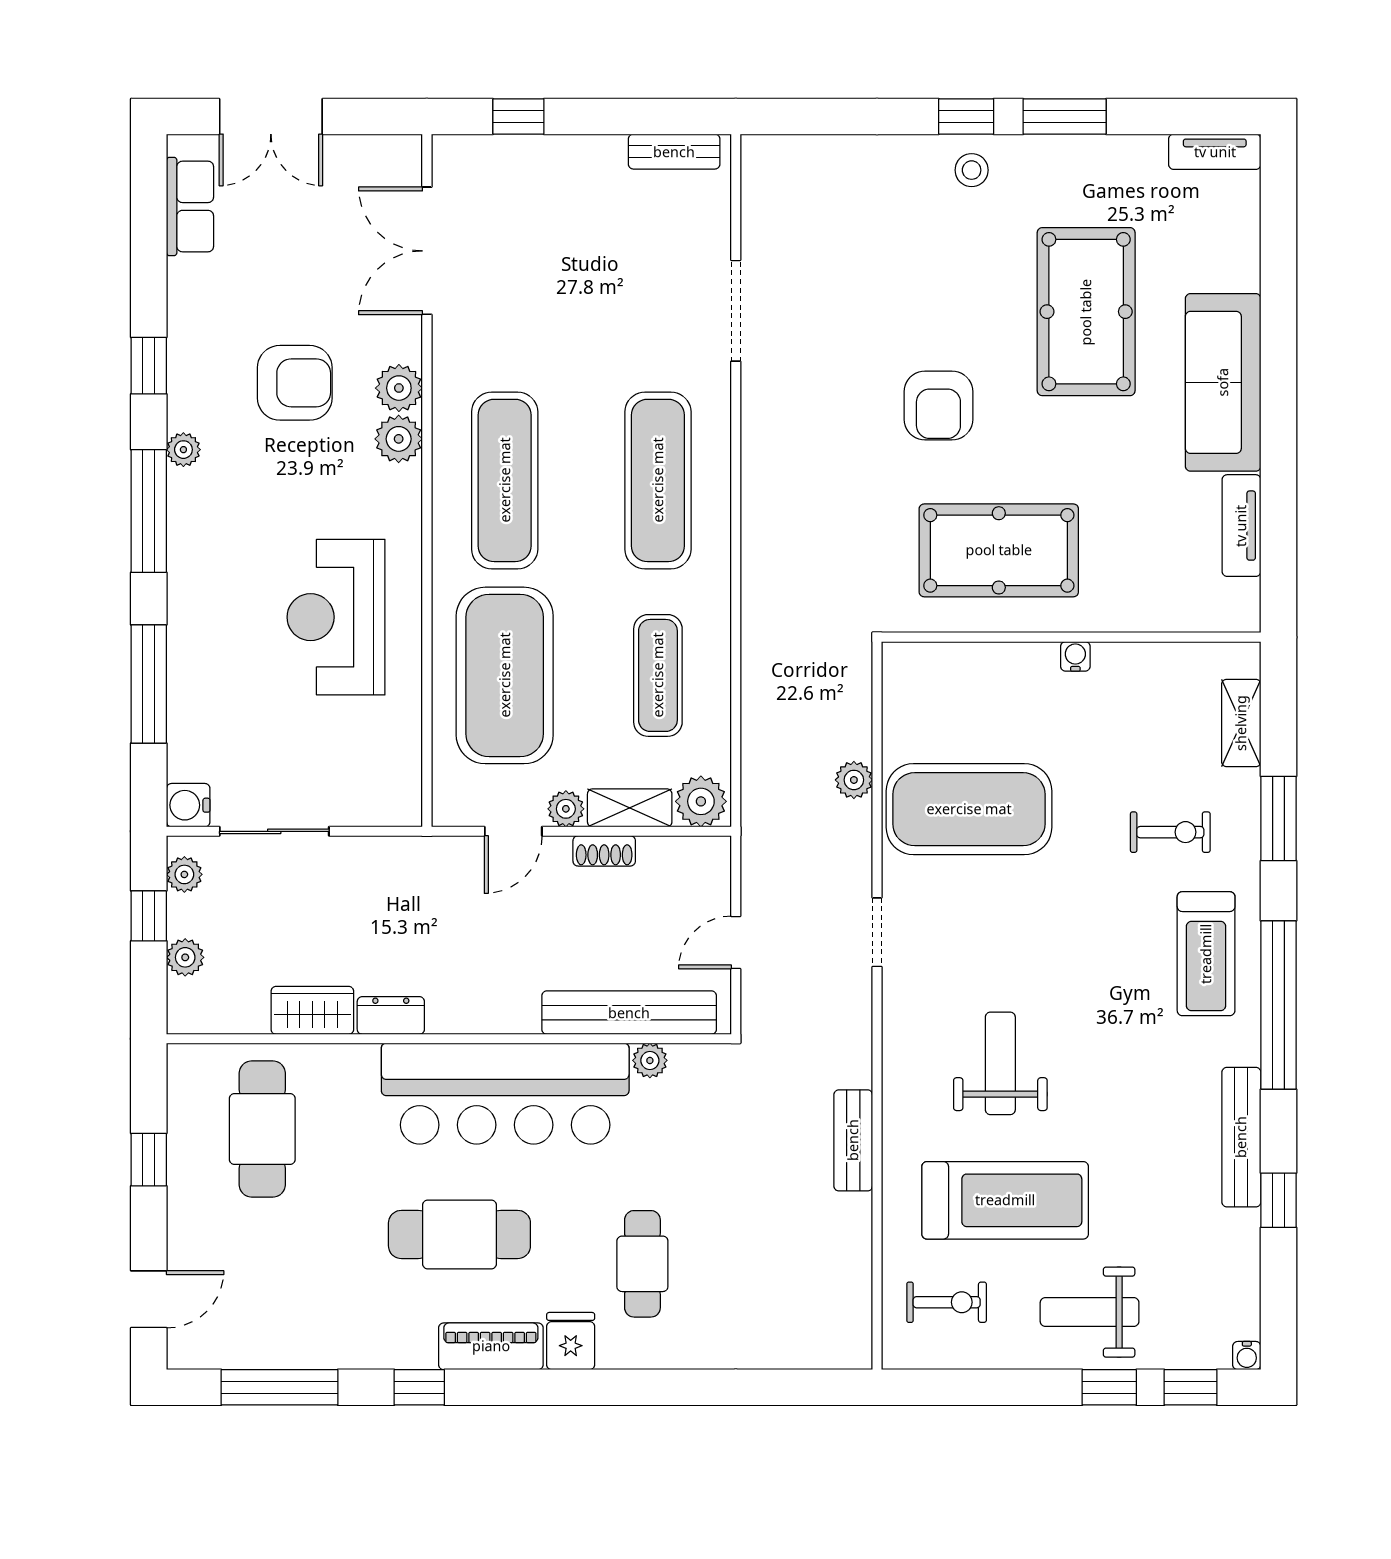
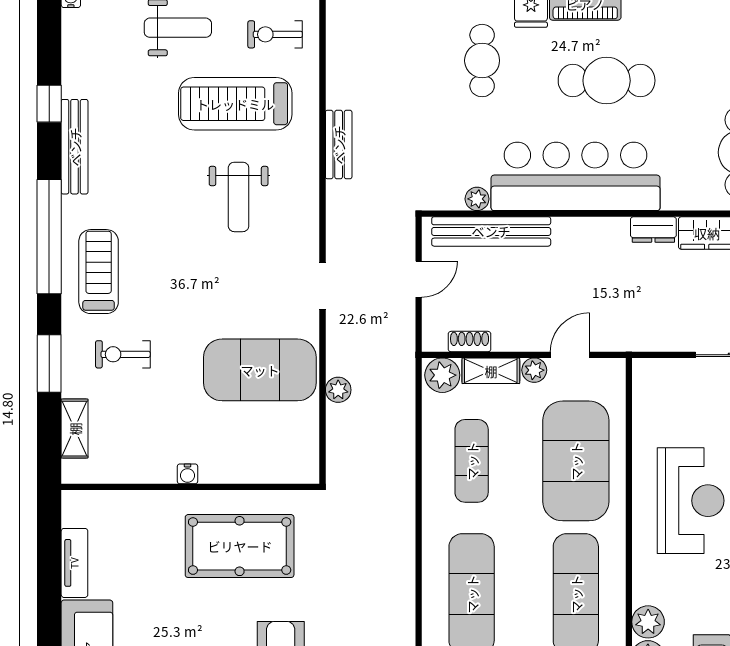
shoe rack: (604, 851) -> (470, 342), moved

